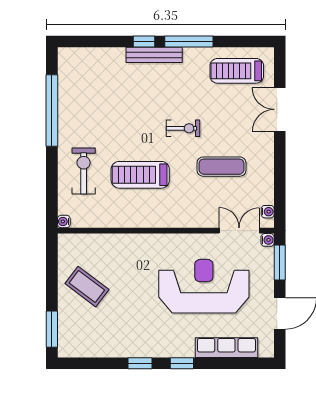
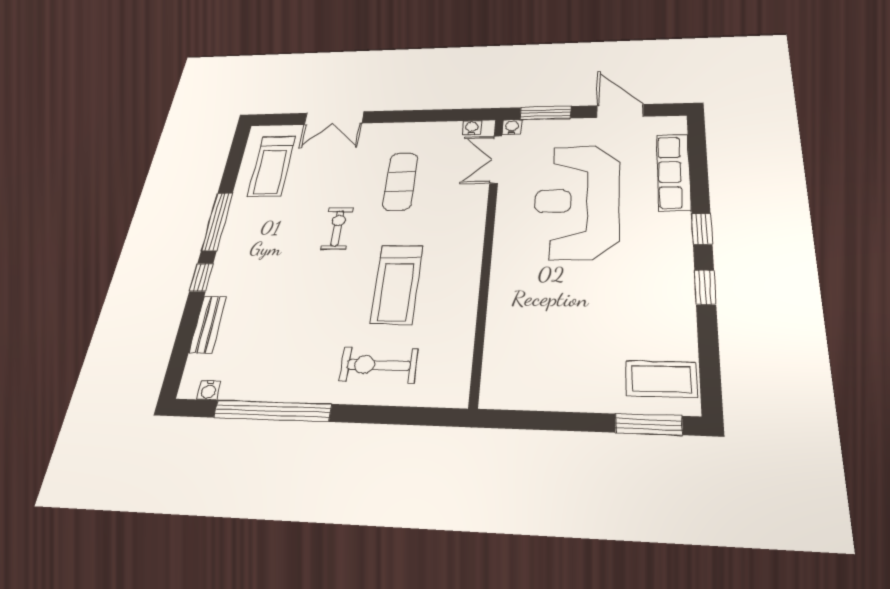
bench: (154, 55) -> (208, 324), moved, width x0.73
water cooler: (64, 221) -> (209, 390), moved
coffee table: (87, 287) -> (661, 379), moved, turned 53

